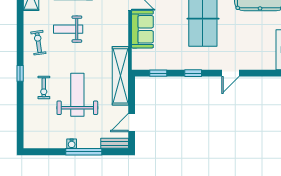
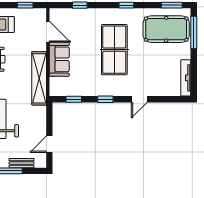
shelving: (120, 76) -> (39, 78), moved
bench: (115, 143) -> (22, 163), moved

